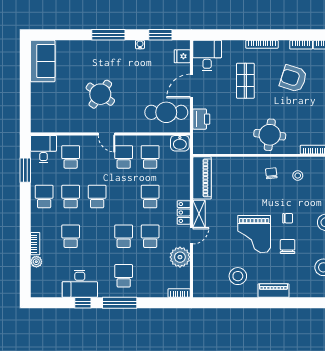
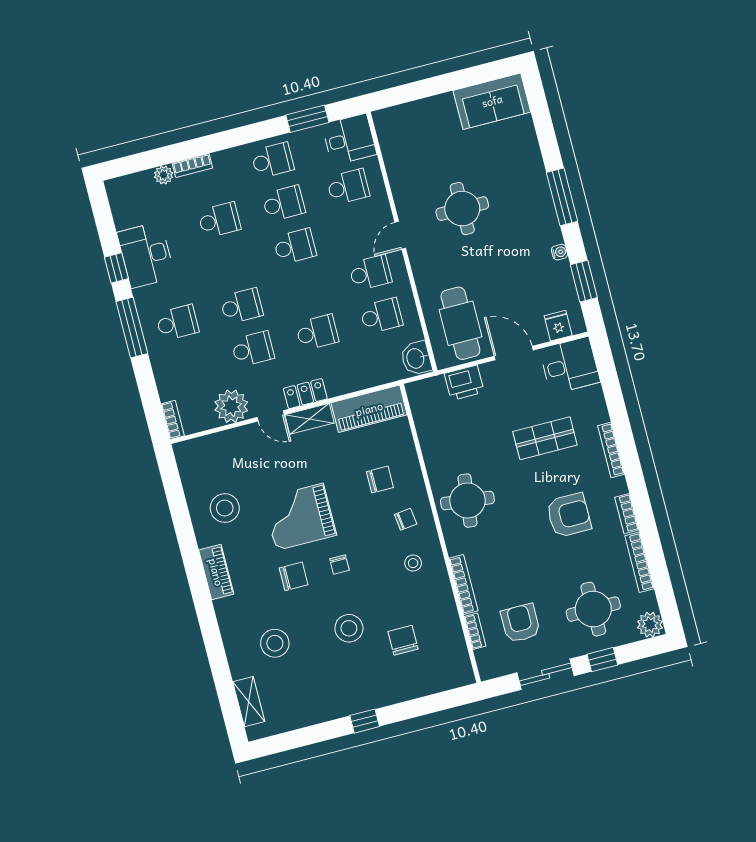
armchair: (293, 78) -> (569, 515), turned 72
round table: (100, 94) -> (462, 209), turned -35
chair: (245, 182) -> (380, 480), added

